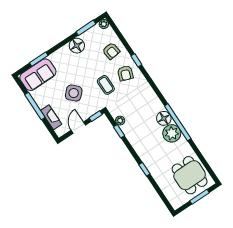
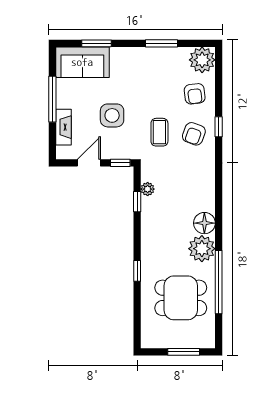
plant: (104, 24) -> (202, 60), width x1.87, depth x1.87
window: (86, 28) -> (161, 43), moved
floor lamp: (77, 46) -> (156, 58), removed
side table: (74, 93) -> (112, 115), turned 45
window: (178, 122) -> (219, 282), moved
dining table: (190, 175) -> (181, 298), moved, turned 90

